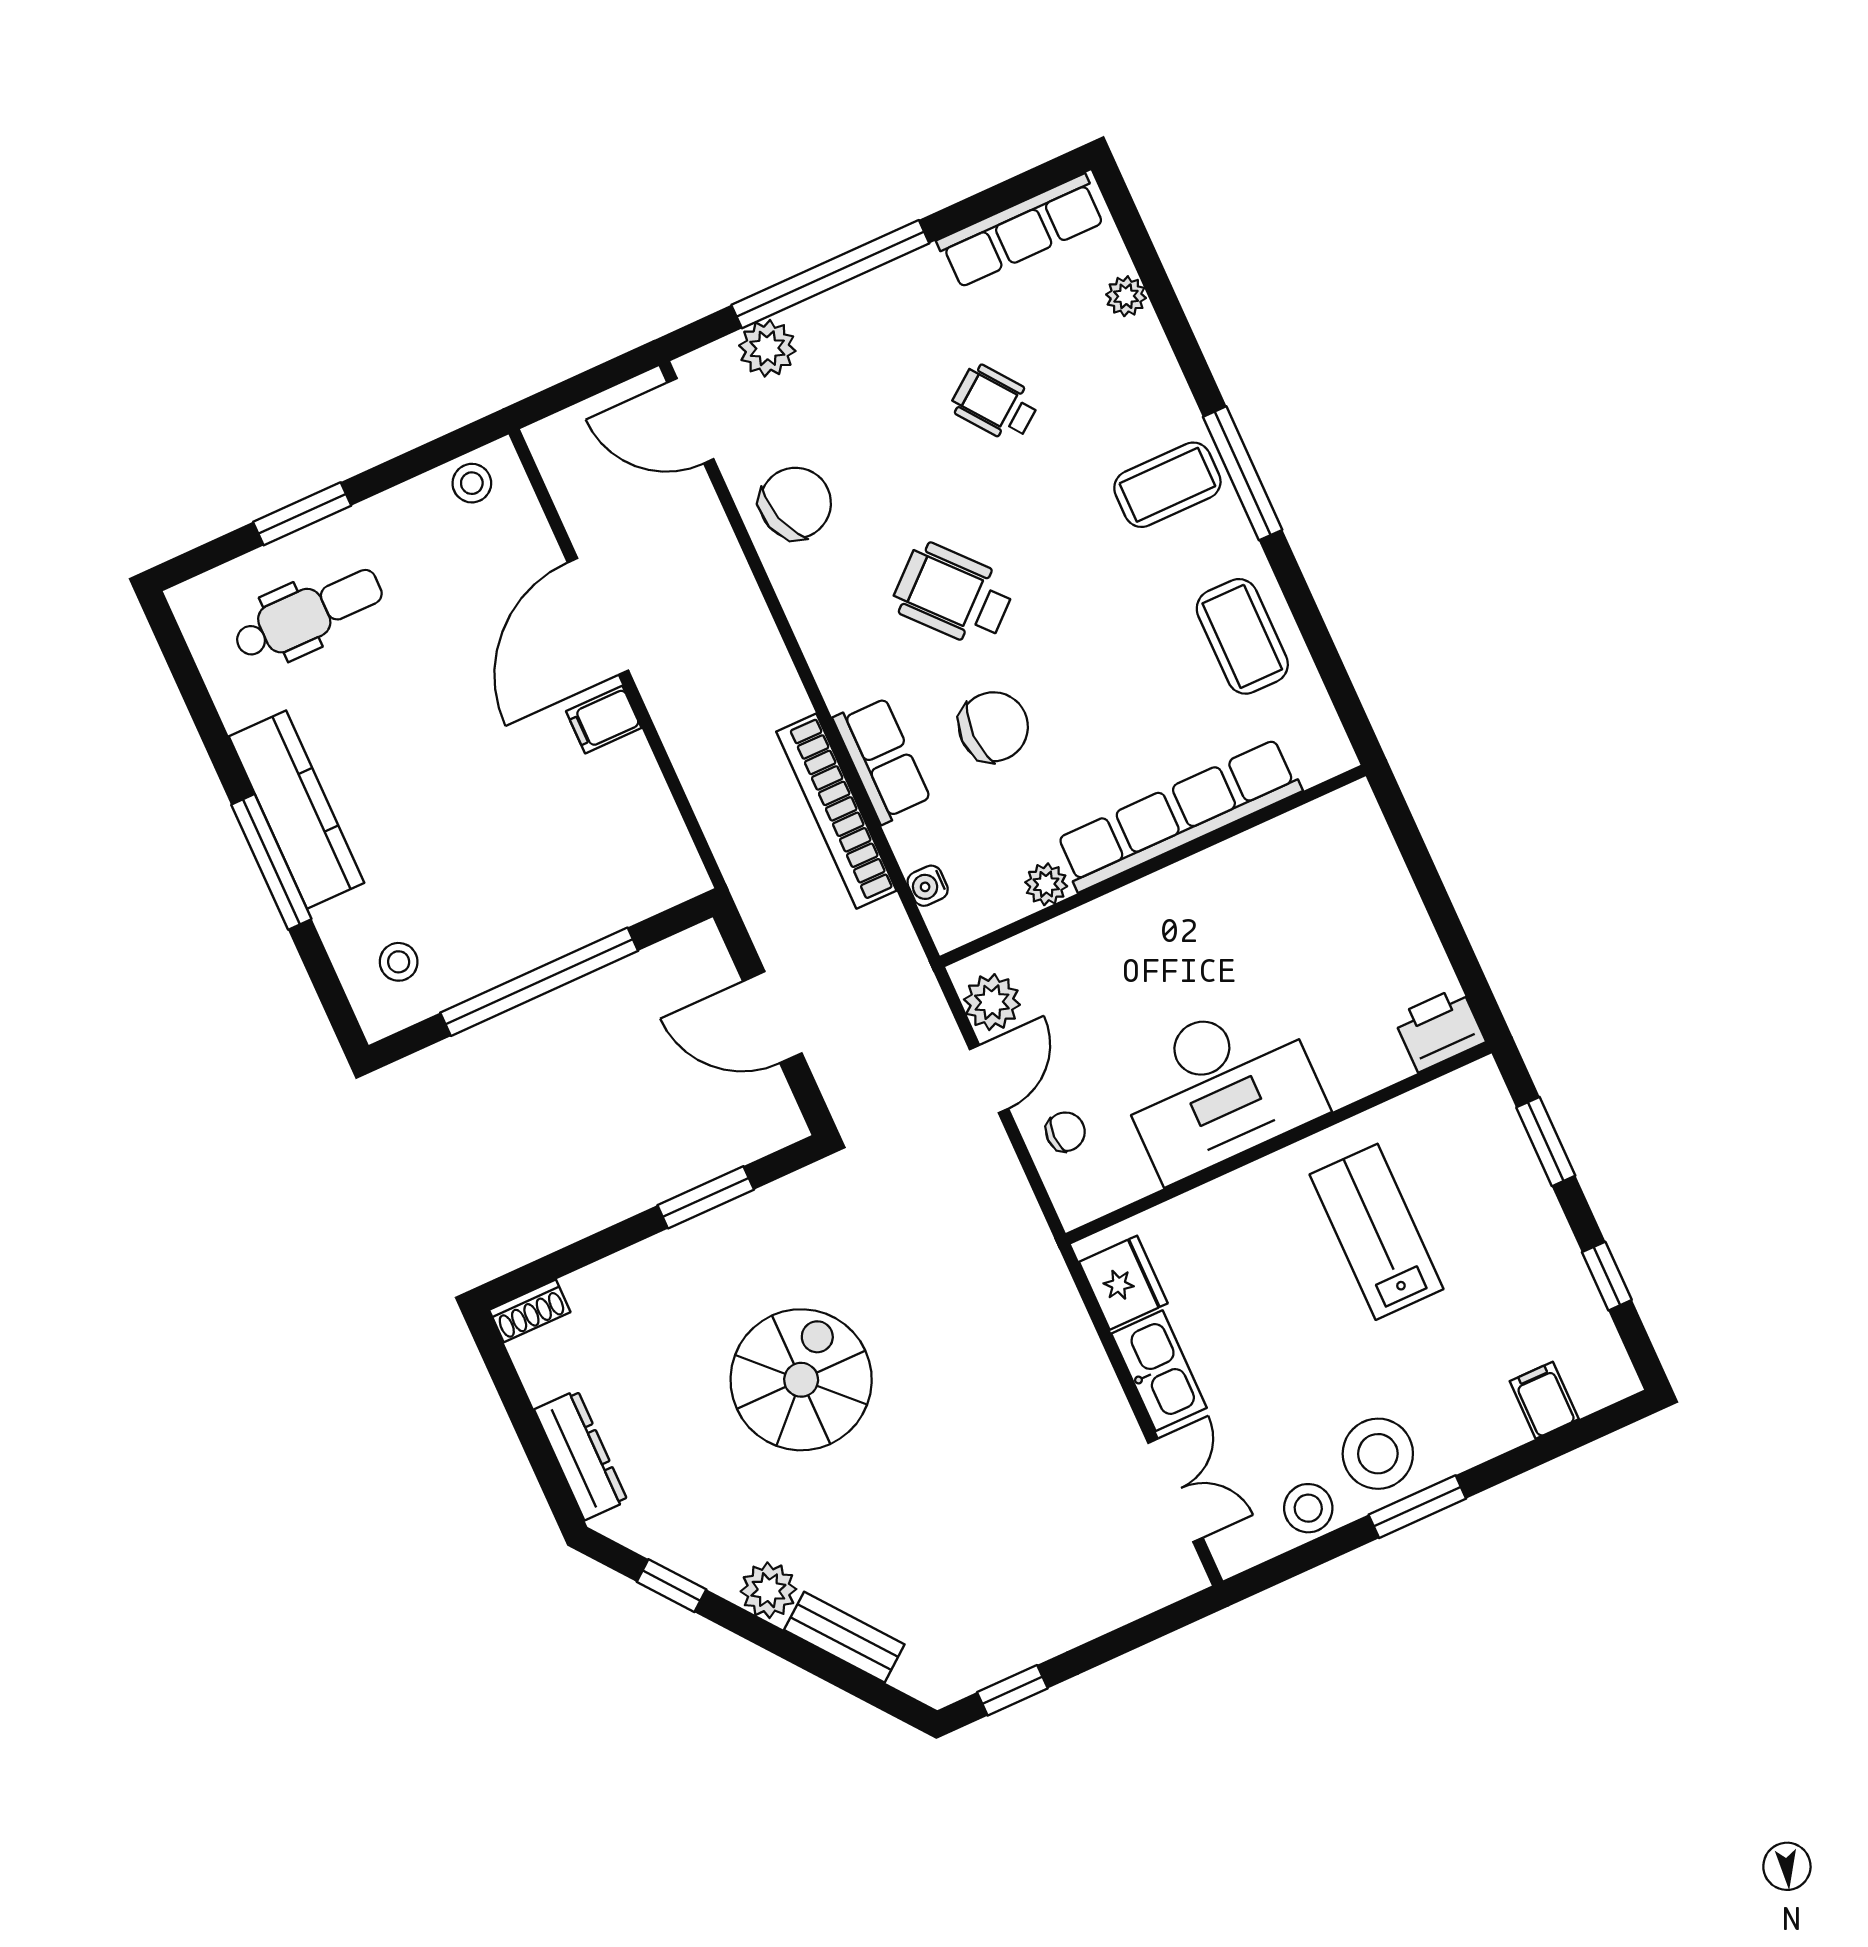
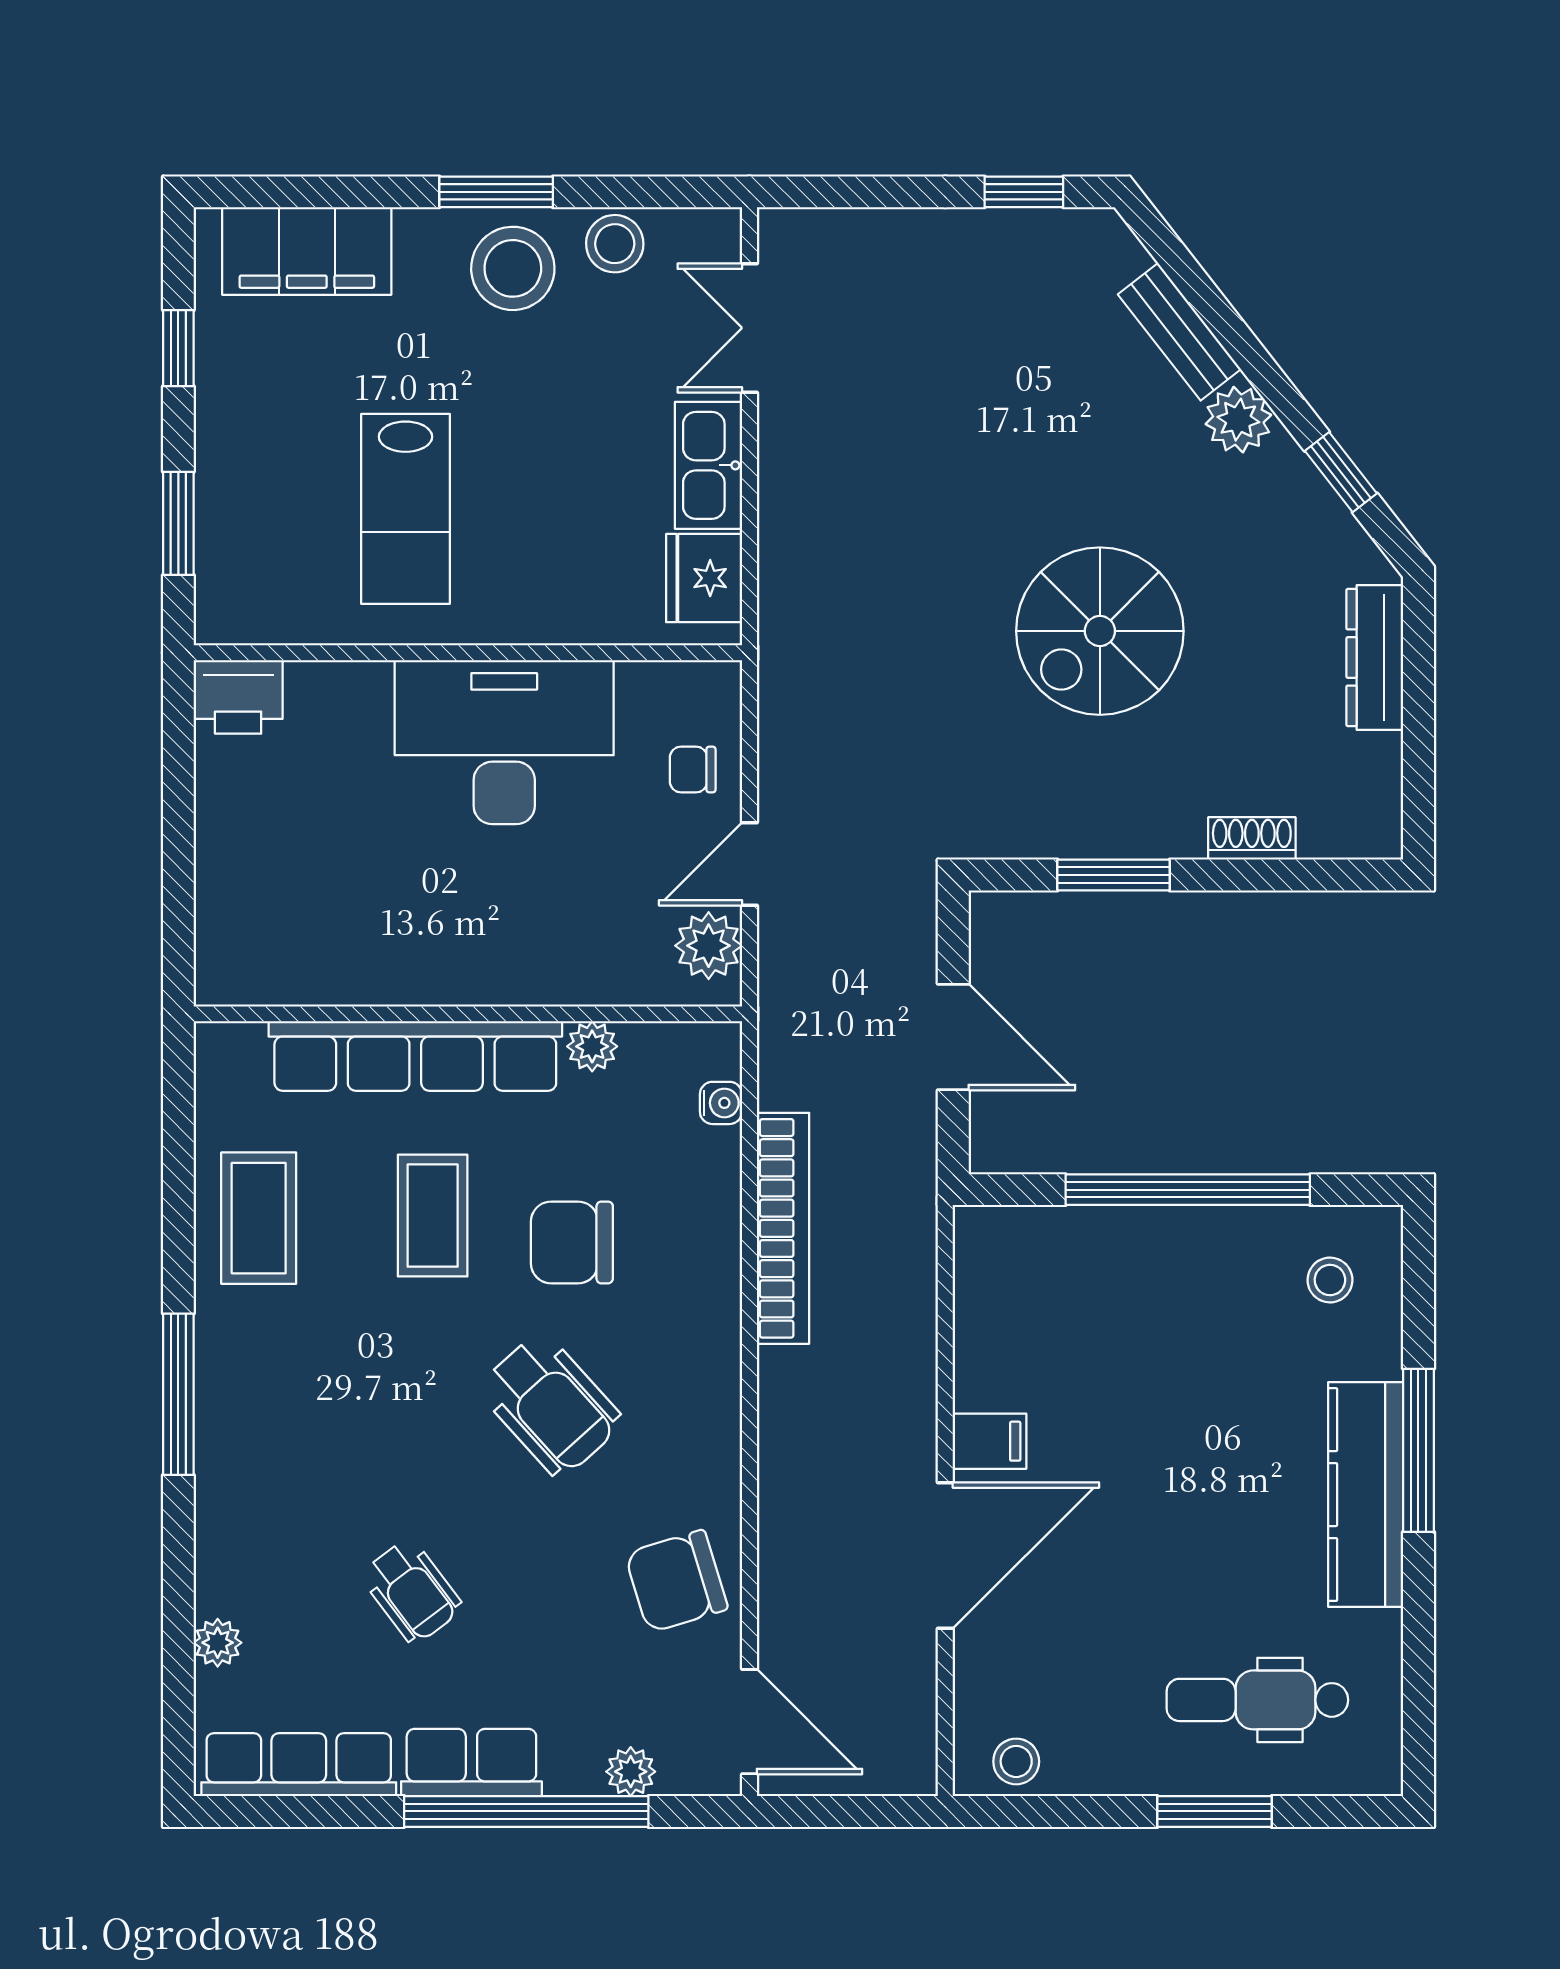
plant: (767, 348) -> (631, 1772), width x0.73, depth x0.73
coffee table: (1167, 485) -> (433, 1216), moved, turned 90
row of seats: (882, 760) -> (471, 1763), moved, turned 90
shoe rack: (530, 1311) -> (1252, 838), moved
filing cabinet: (1544, 1400) -> (307, 251), width x3.00, depth x1.17

